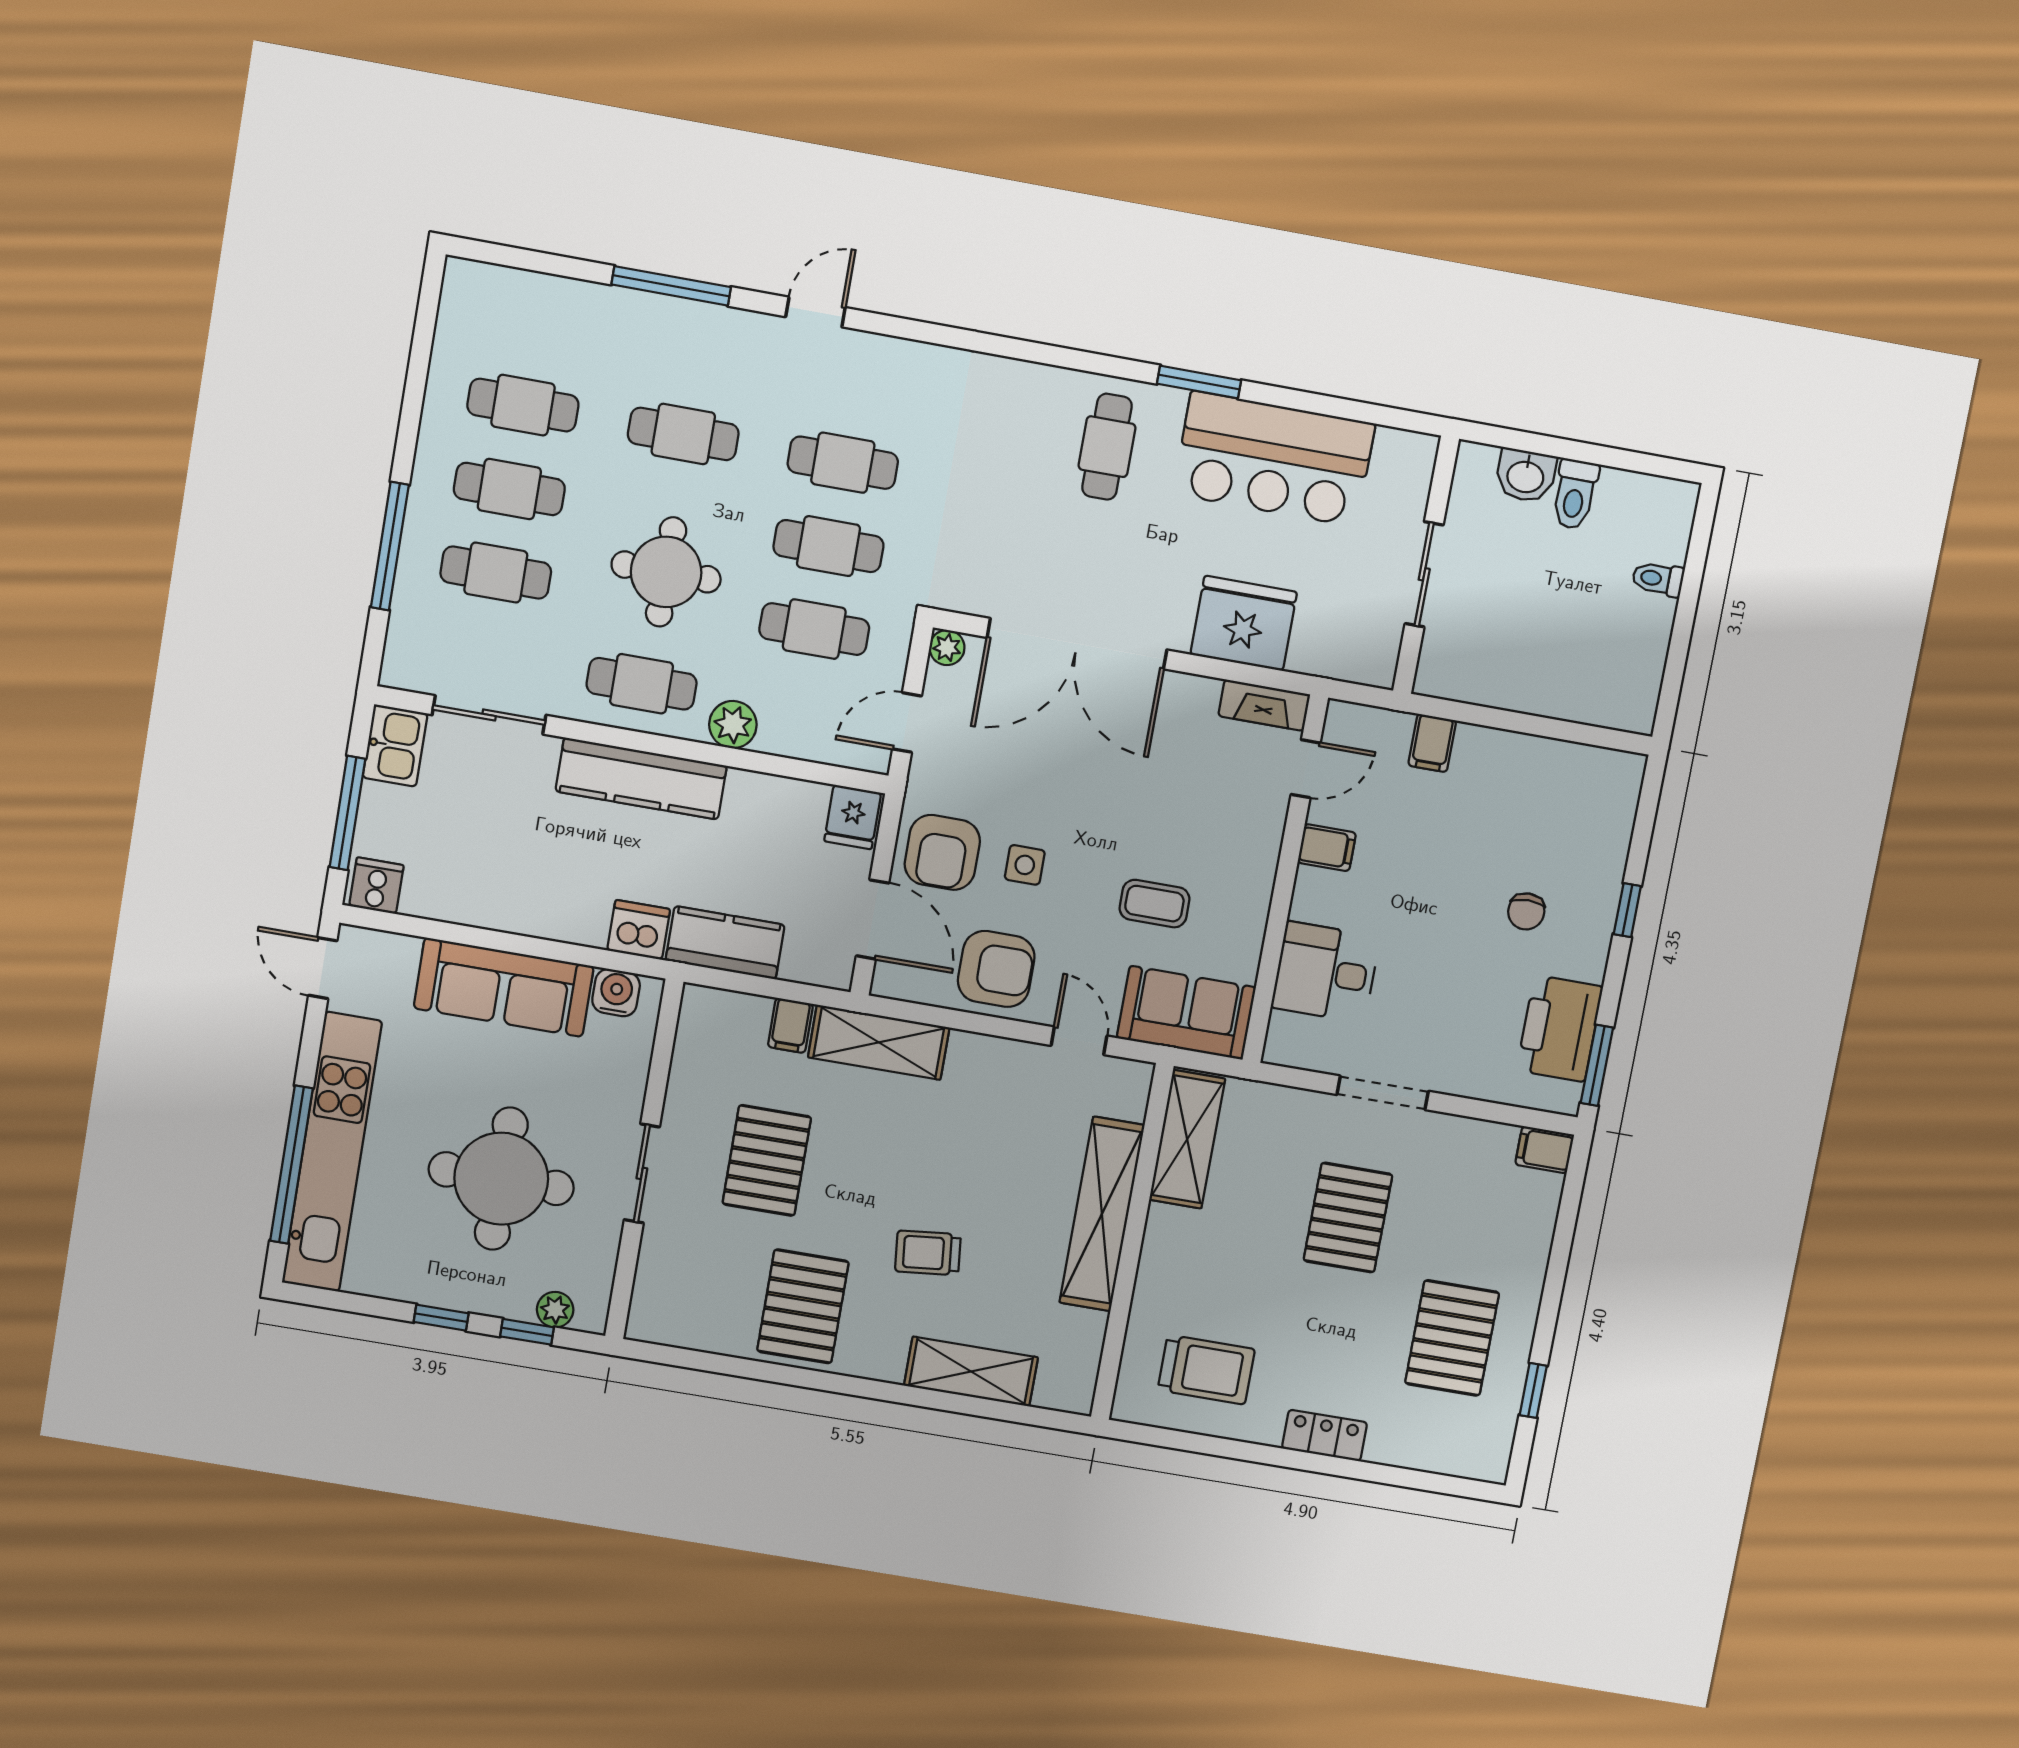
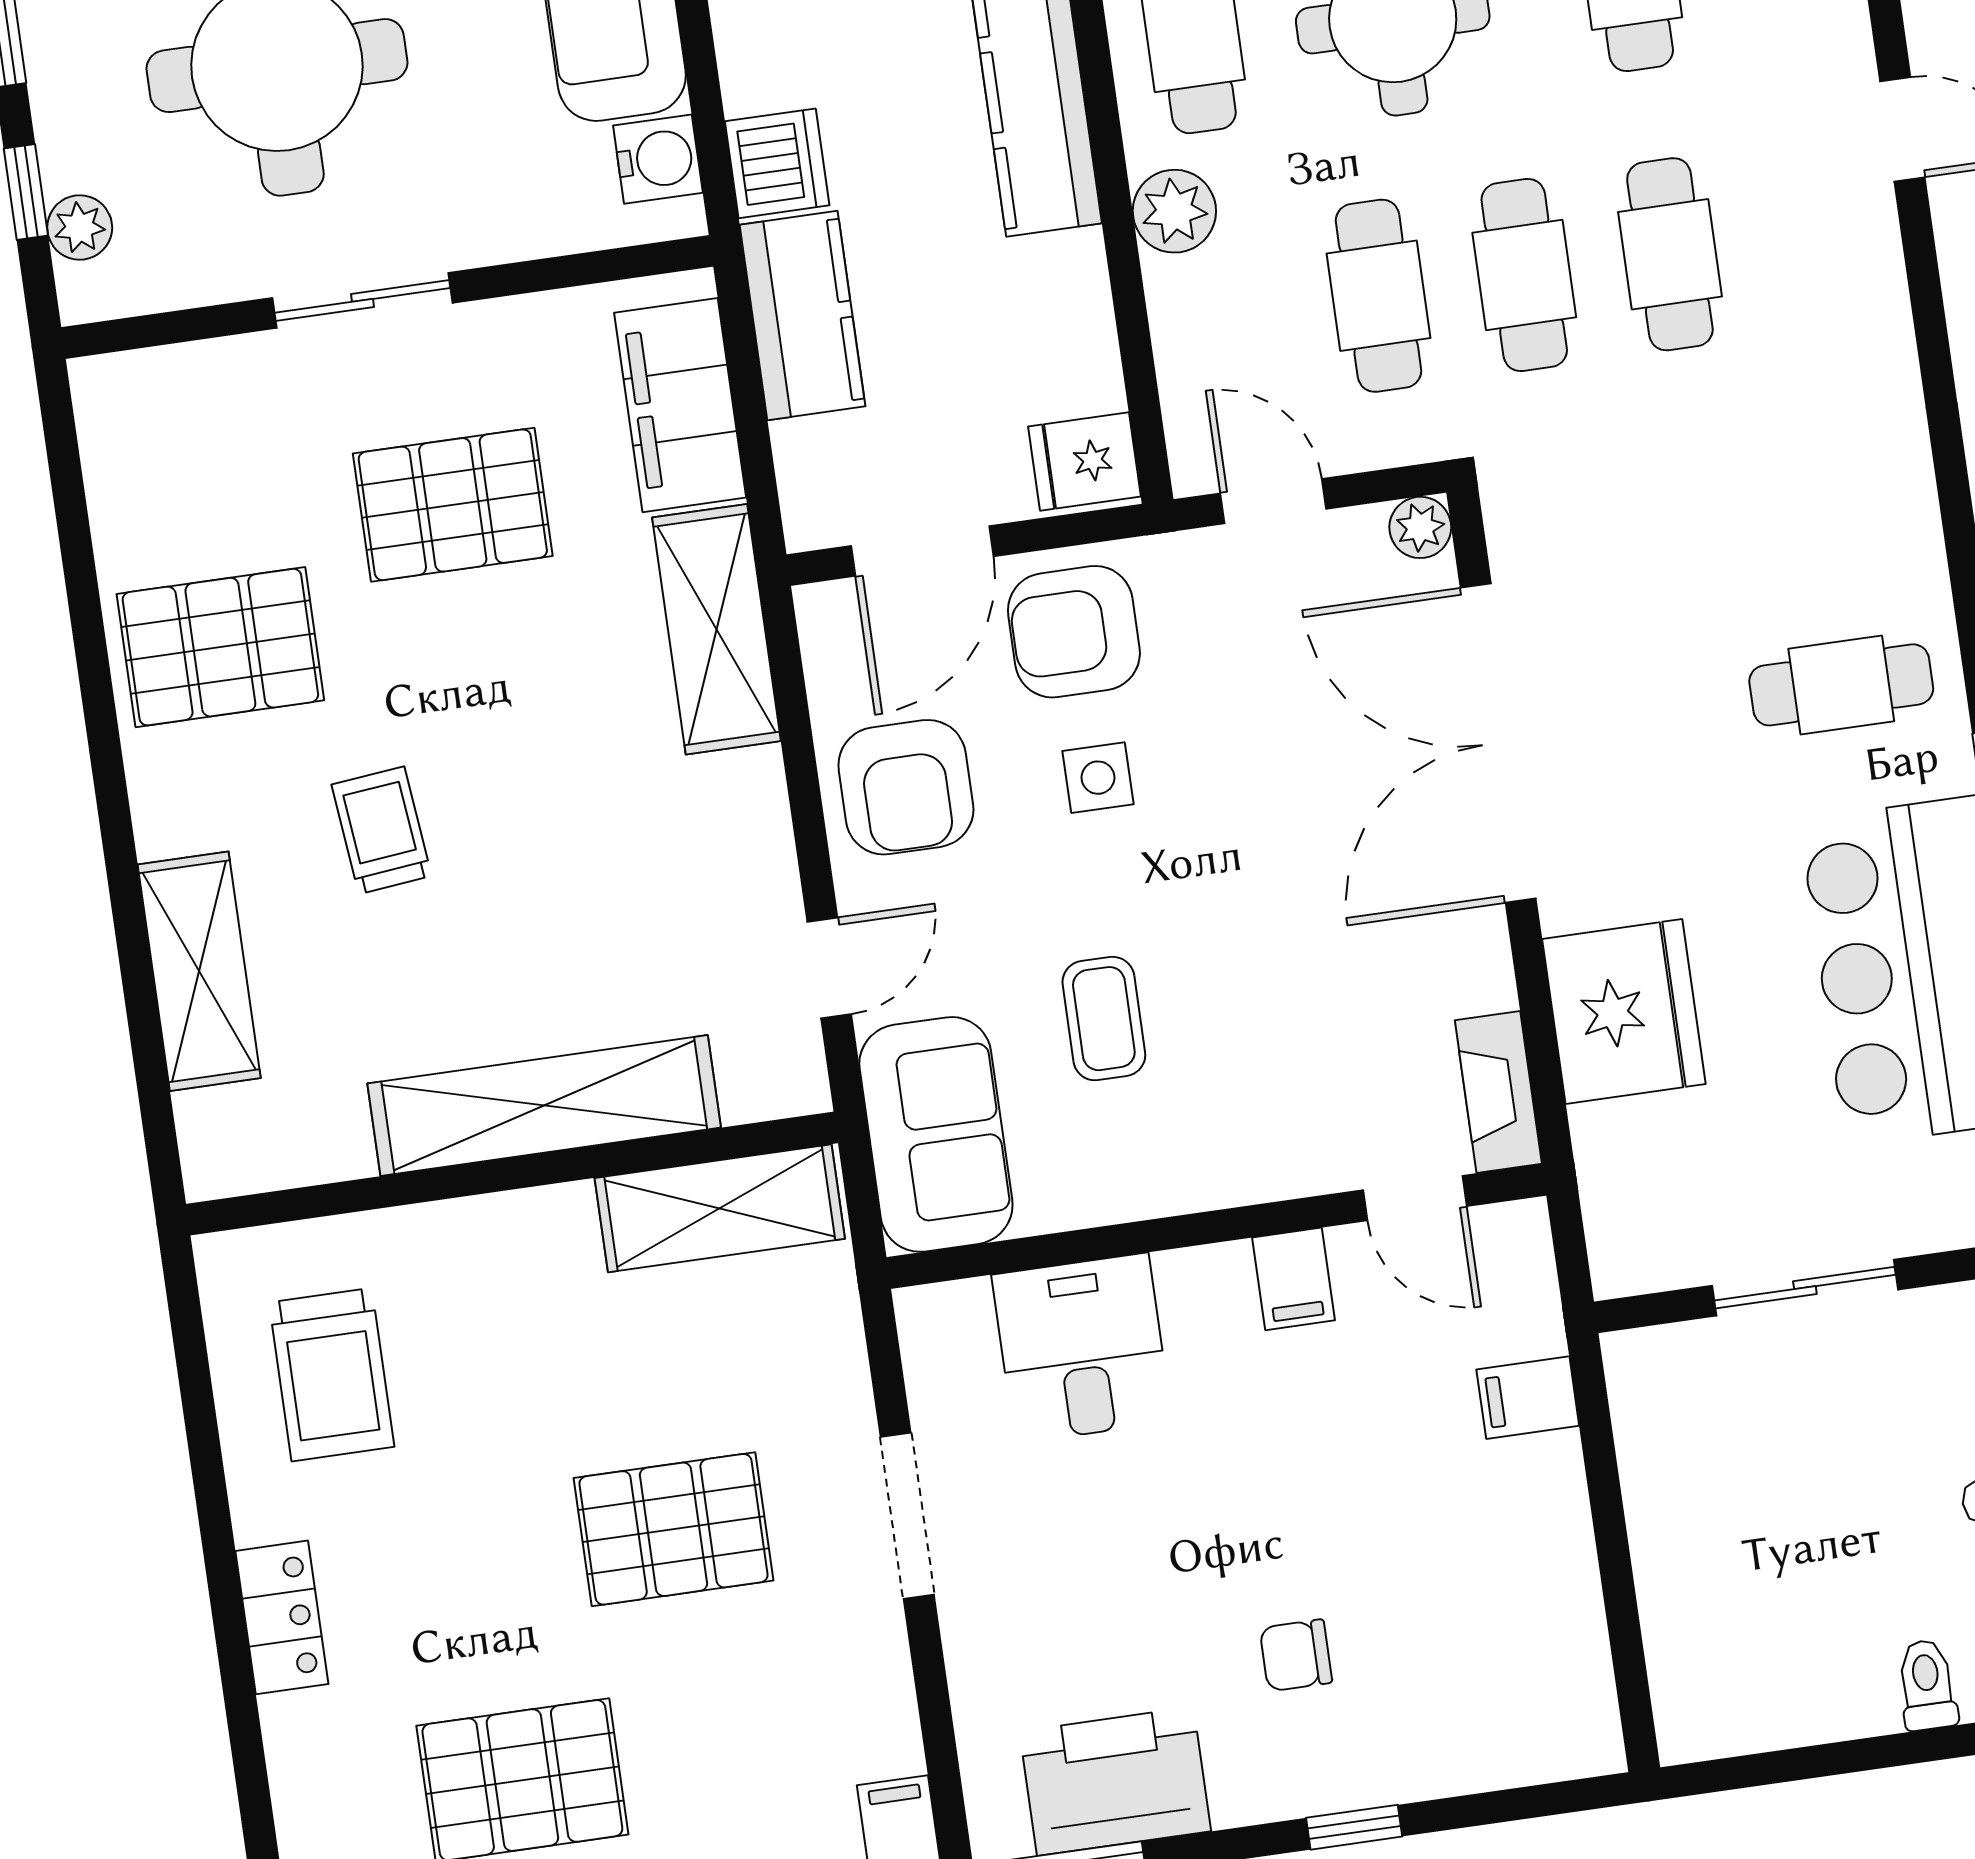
filing cabinet: (790, 1025) -> (680, 405), width x3.00, depth x1.17

